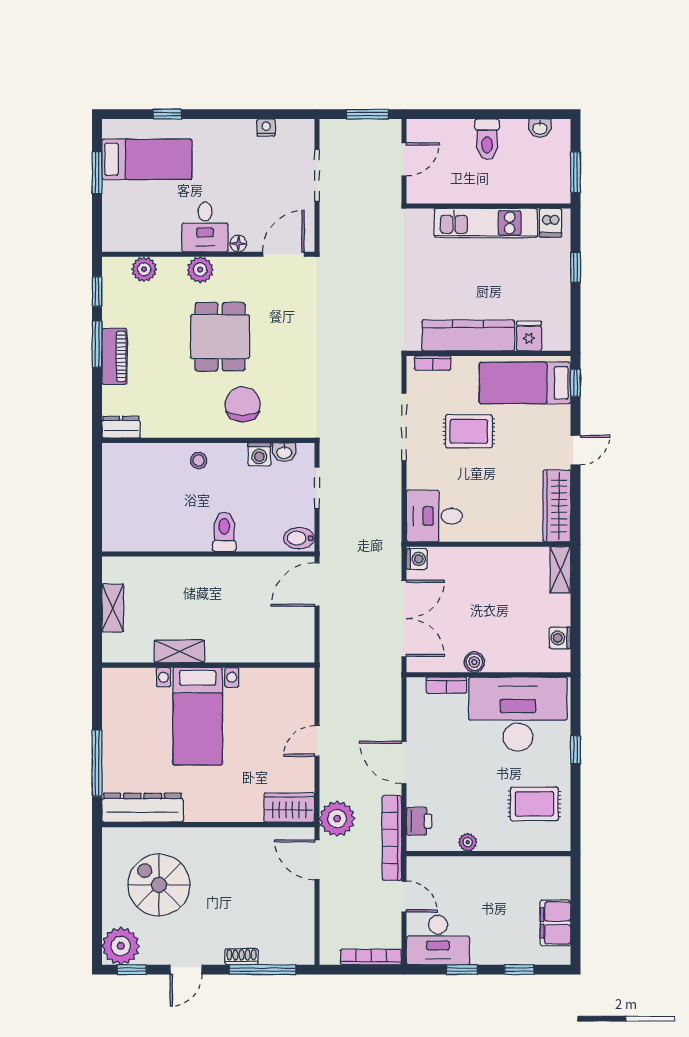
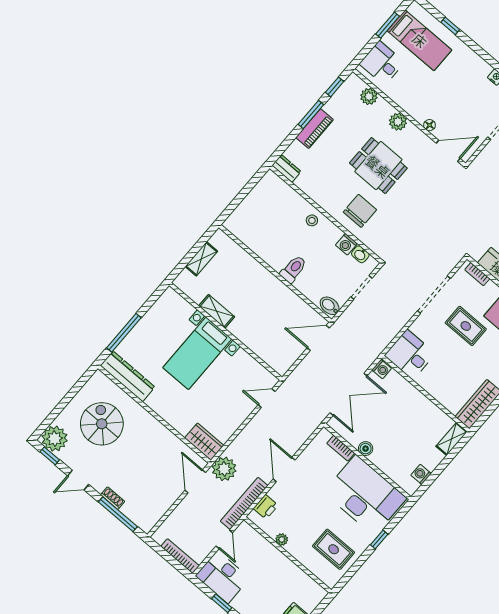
desk: (205, 227) -> (382, 63), moved, turned 90
dining table: (220, 337) -> (378, 166), turned 90
door: (317, 741) -> (267, 398), moved

